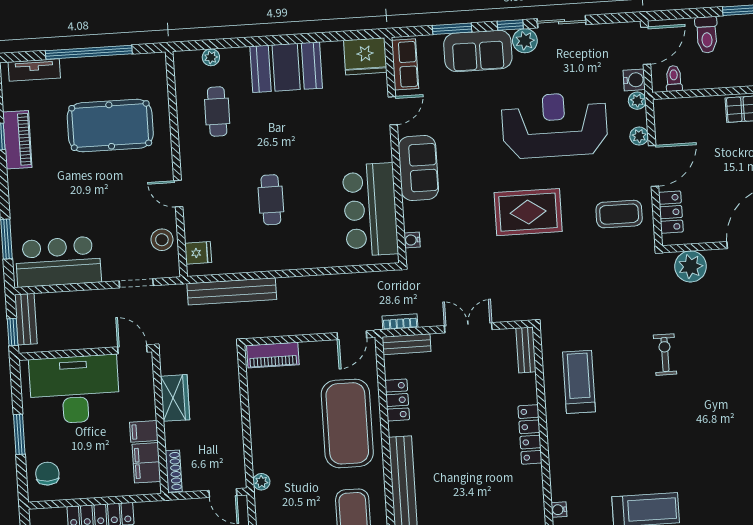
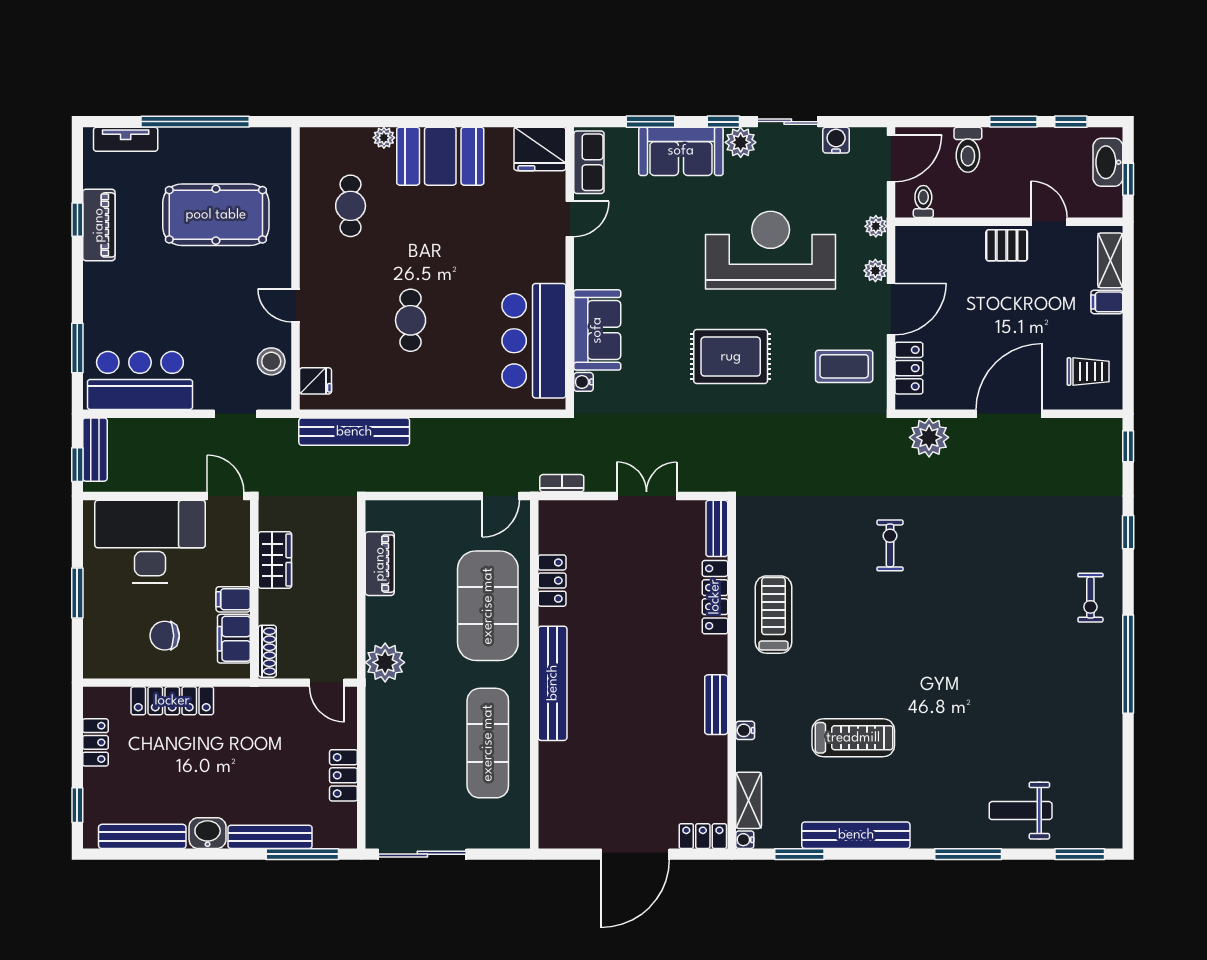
plant: (211, 57) -> (384, 138), moved
water cooler: (634, 80) -> (836, 140), moved, turned -90
sofa: (418, 168) -> (597, 330), moved
bench: (407, 344) -> (716, 705), moved, turned 90
piano: (273, 355) -> (380, 564), moved, turned -90
treadmill: (579, 382) -> (773, 615), moved
locker: (530, 434) -> (715, 597), moved
chair: (47, 474) -> (165, 636), moved, turned -90
plant: (261, 482) -> (385, 662), width x1.87, depth x1.87

